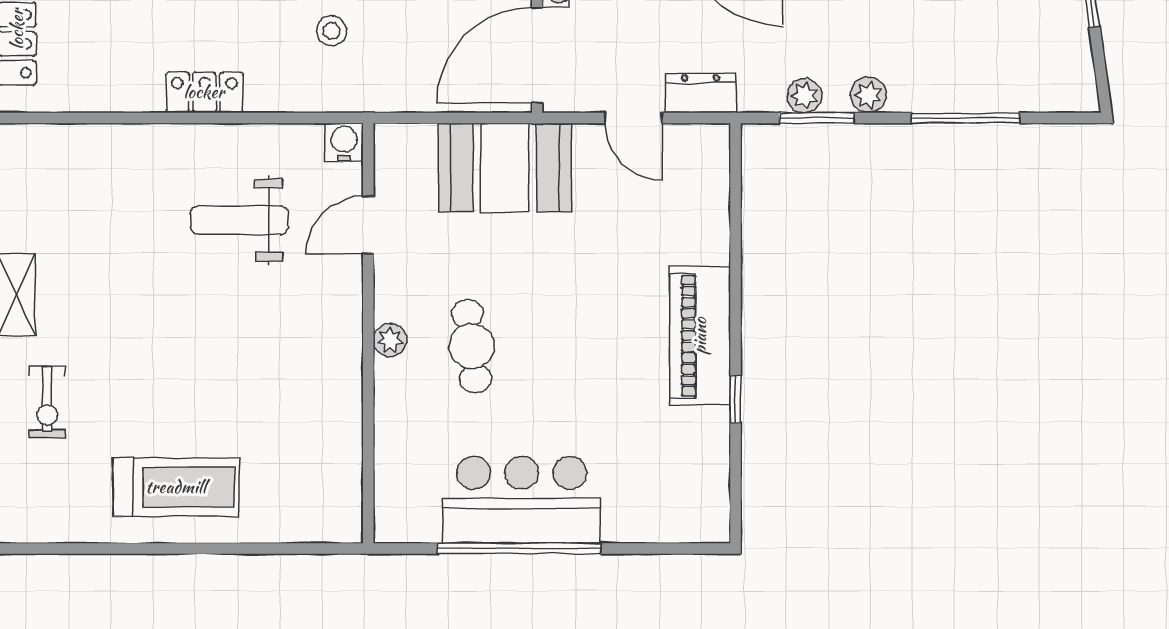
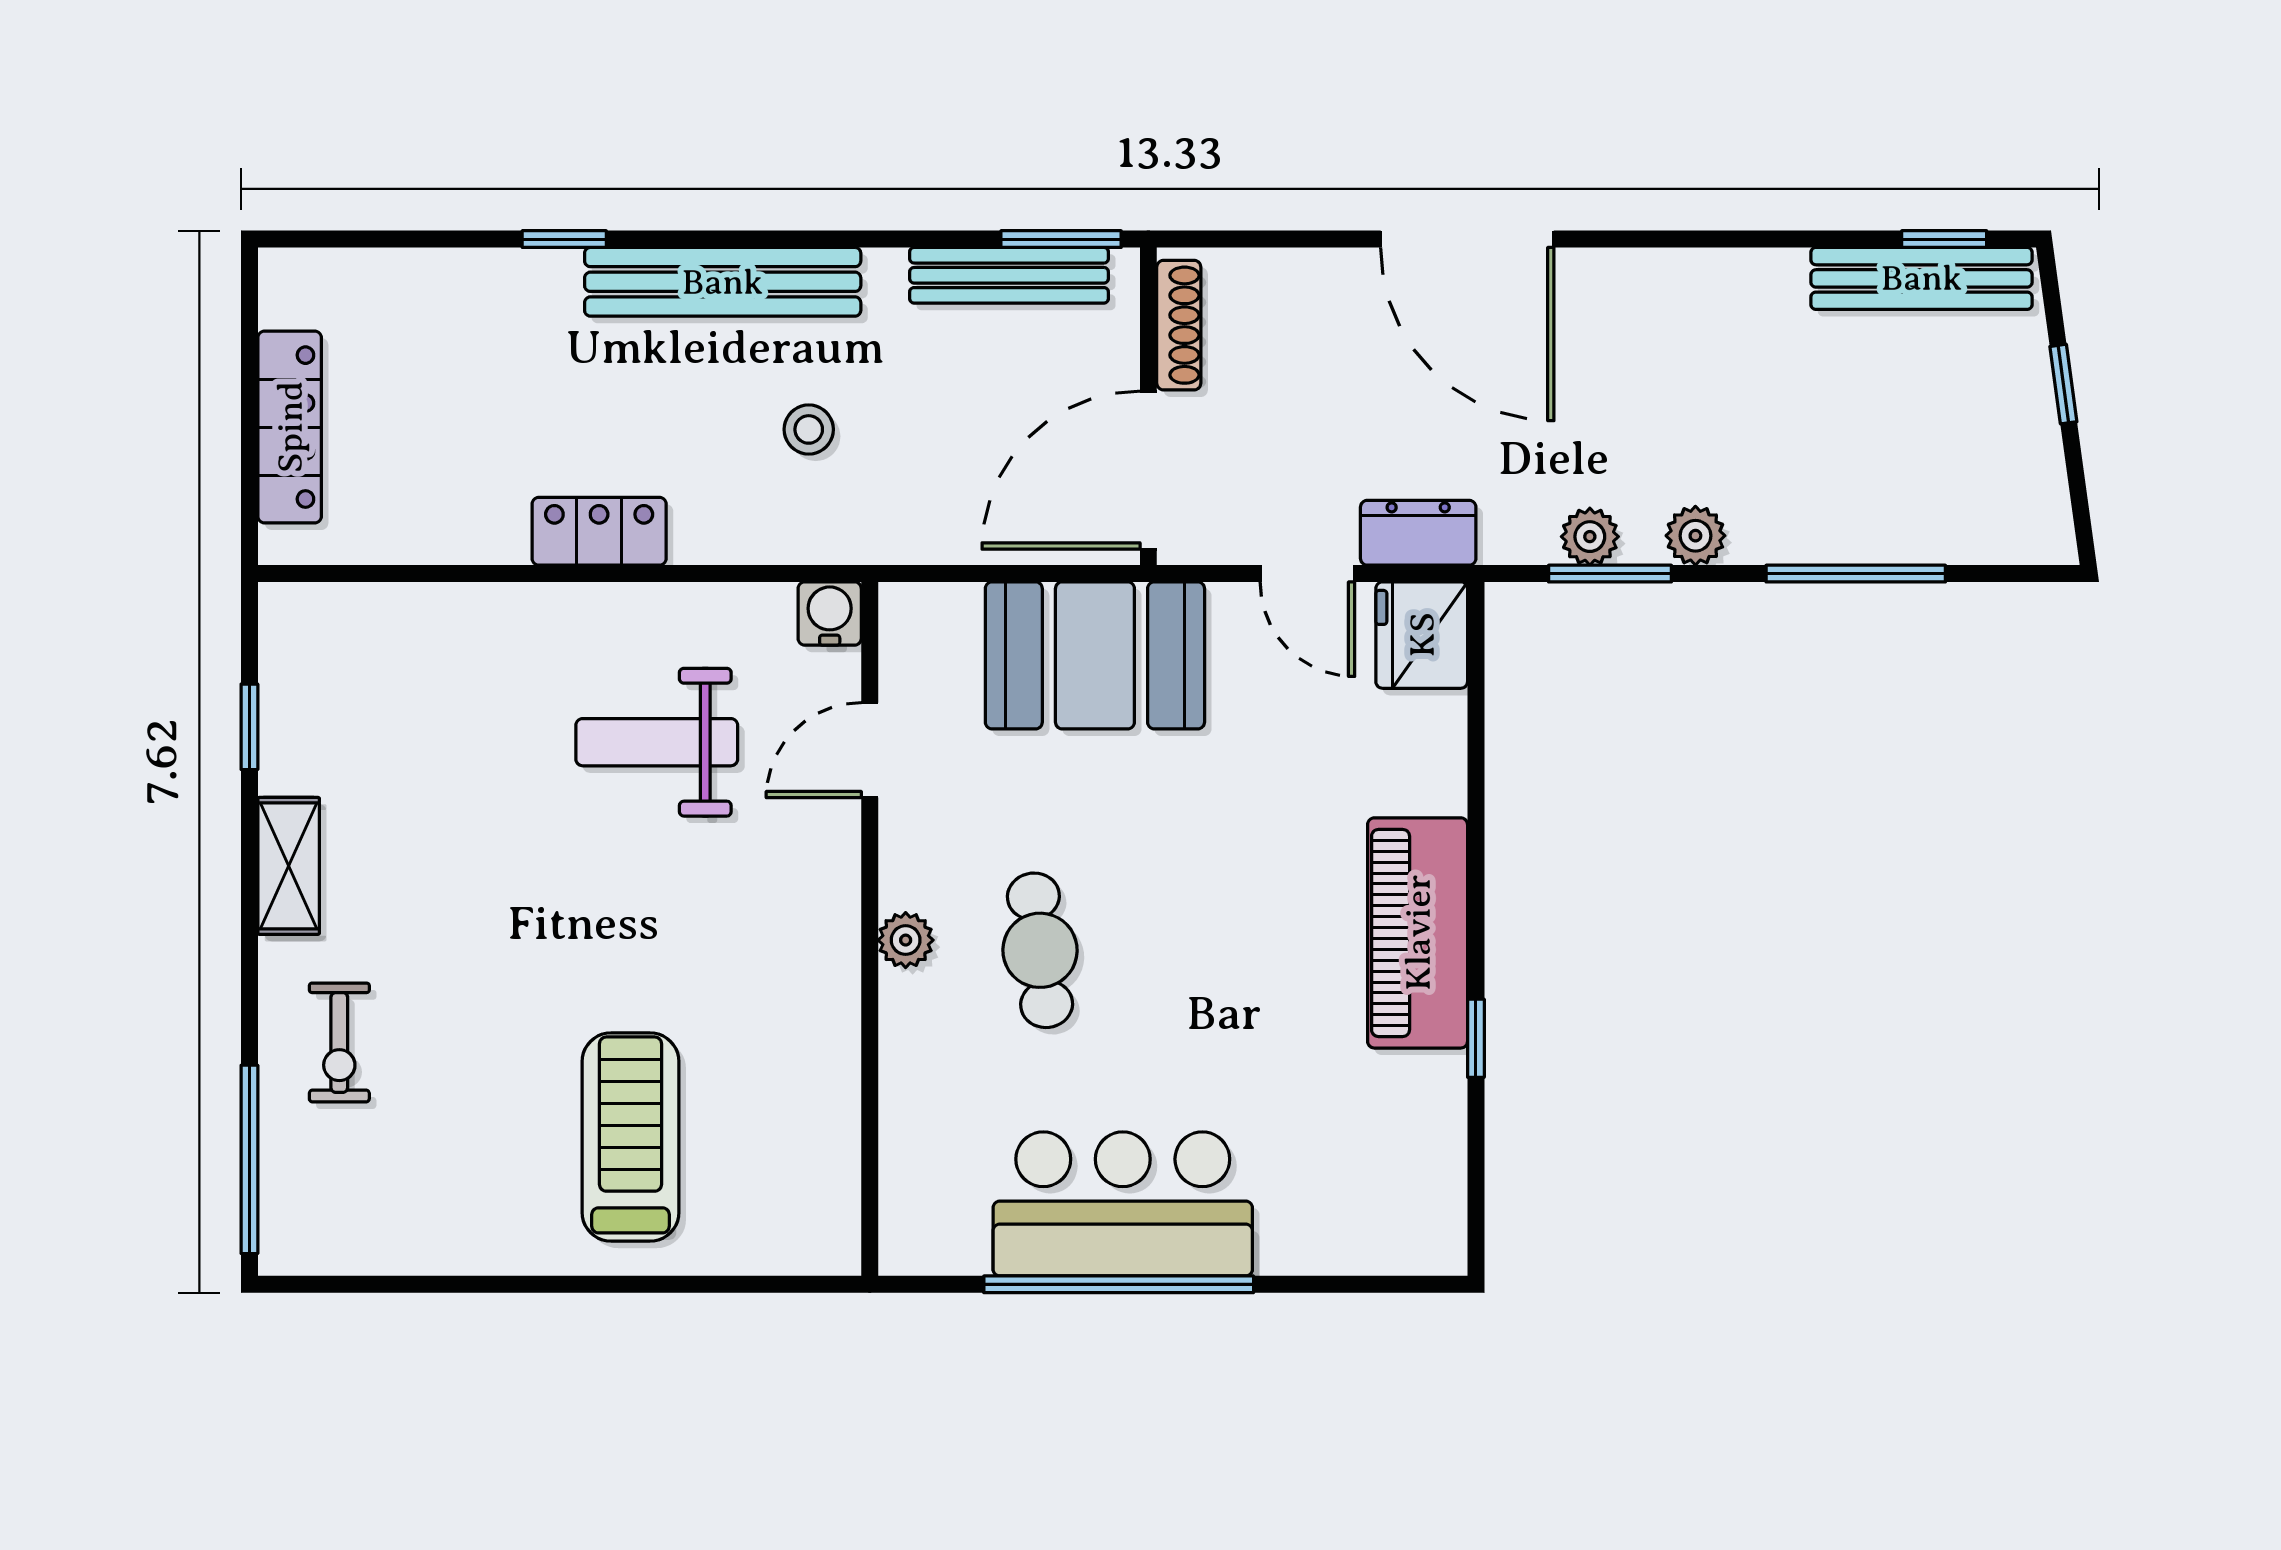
fridge: (703, 155) -> (1422, 635), added
treadmill: (176, 487) -> (630, 1137), moved, turned -90

